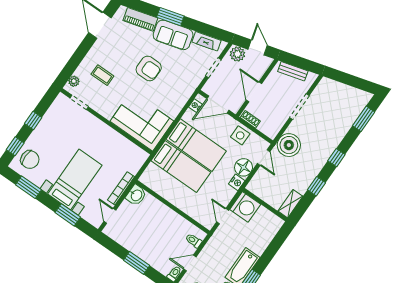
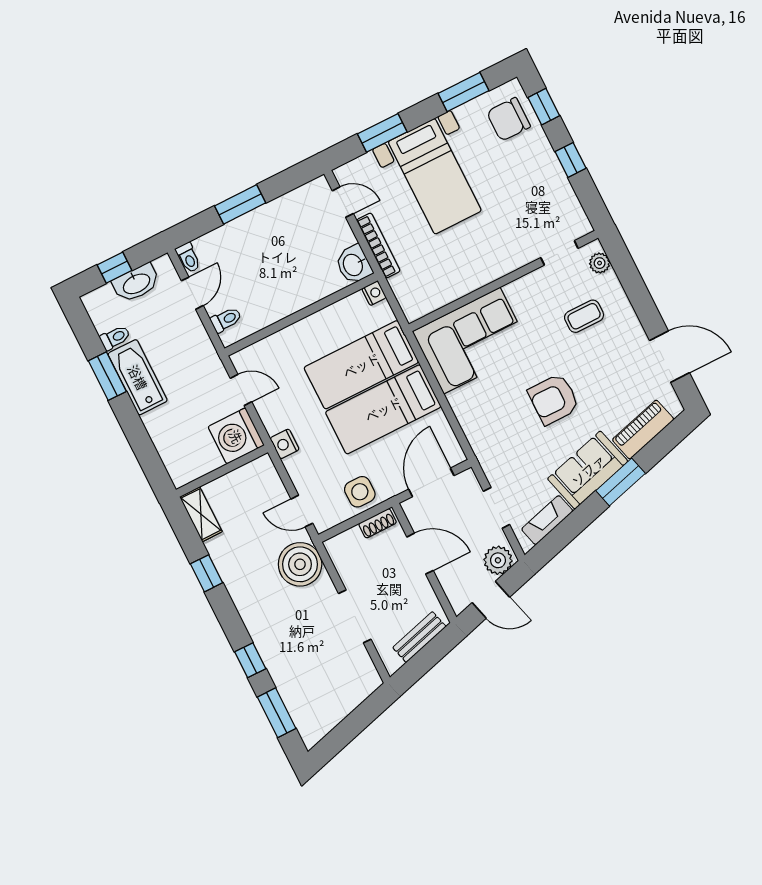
nightstand: (195, 106) -> (374, 293), moved
window: (336, 158) -> (250, 660), moved
floor lamp: (244, 167) -> (303, 469), removed

